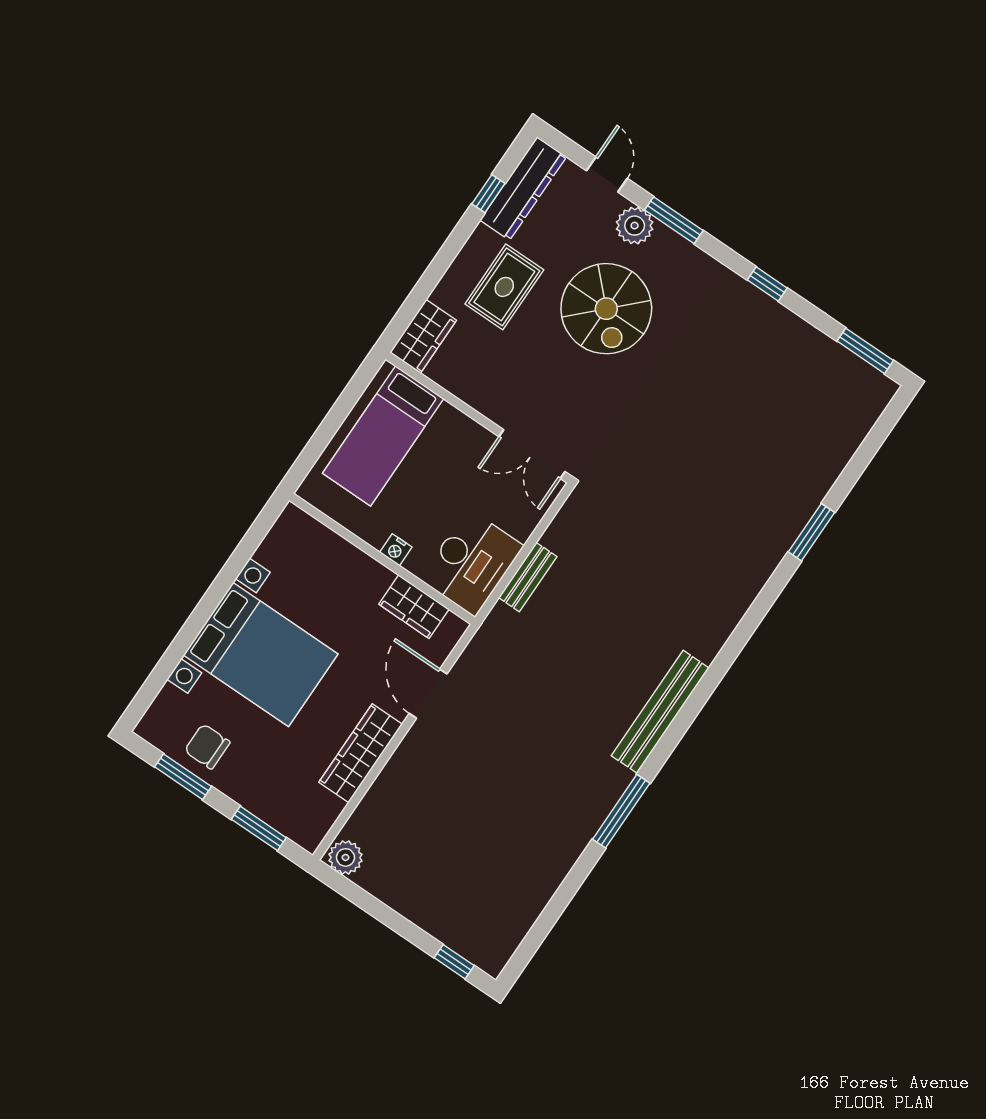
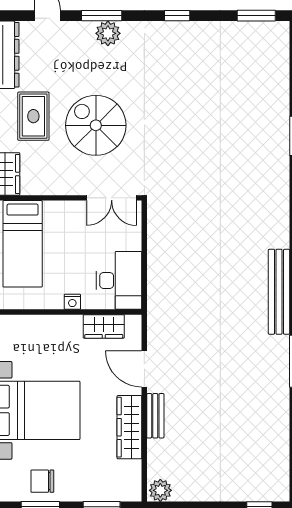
plant: (635, 226) -> (108, 33), moved
spiral stairs: (606, 309) -> (96, 125), moved, turned 180
bench: (528, 577) -> (155, 416), moved

